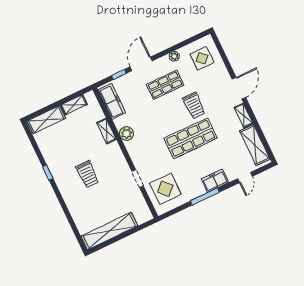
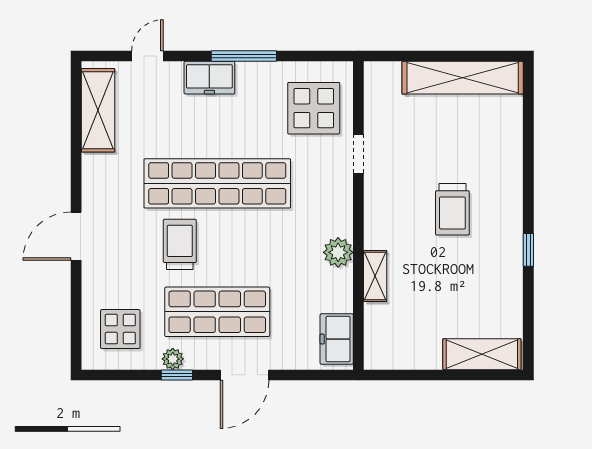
window: (119, 74) -> (177, 375), moved
shop shelf: (165, 85) -> (217, 312), width x1.43, depth x1.36
freezer: (112, 101) -> (337, 339), width x0.71
shelving: (74, 105) -> (414, 358), removed
shelving: (244, 115) -> (92, 179), removed
shop shelf: (191, 138) -> (217, 183), width x1.40
trolley: (87, 174) -> (452, 209), turned 180

